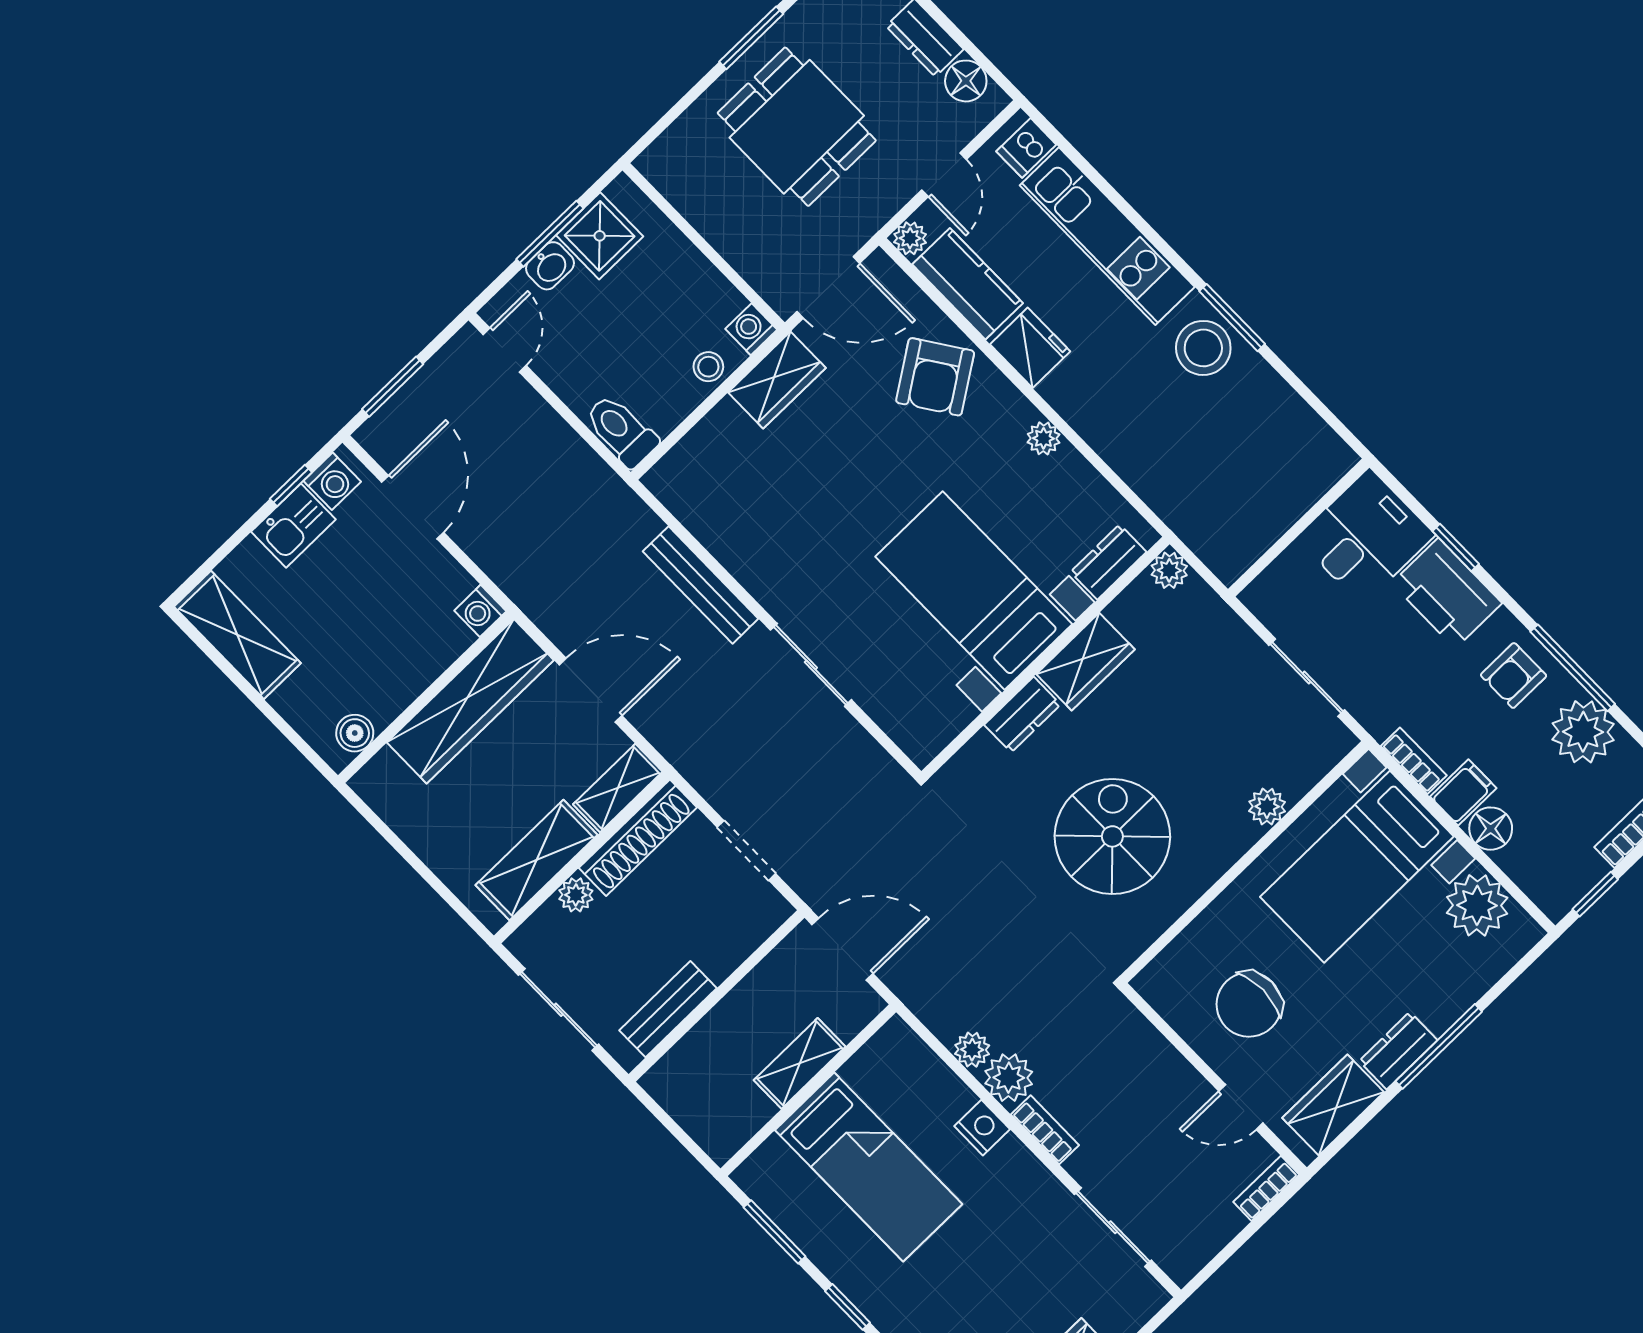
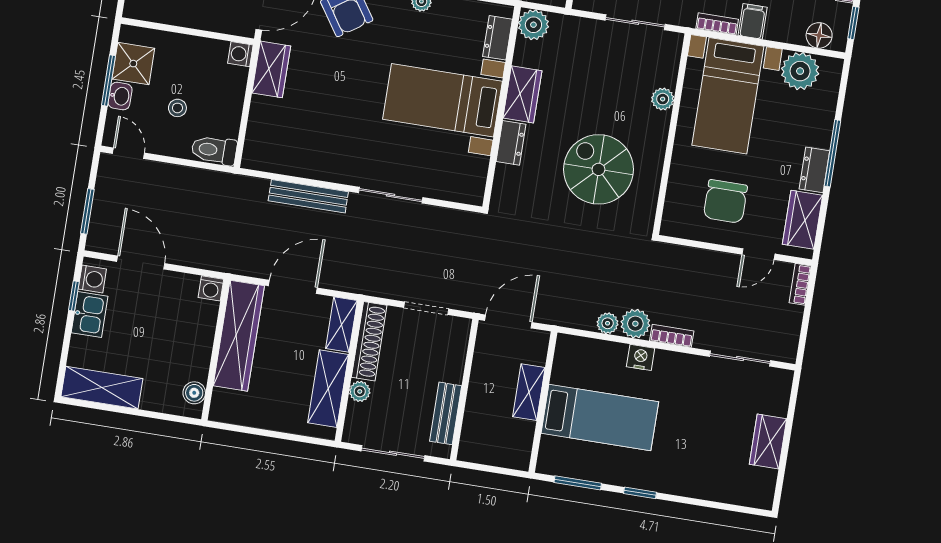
stool: (708, 367) -> (177, 108), moved
plant: (1169, 570) -> (533, 25), width x1.38, depth x1.38
floor lamp: (1491, 829) -> (819, 35), moved

